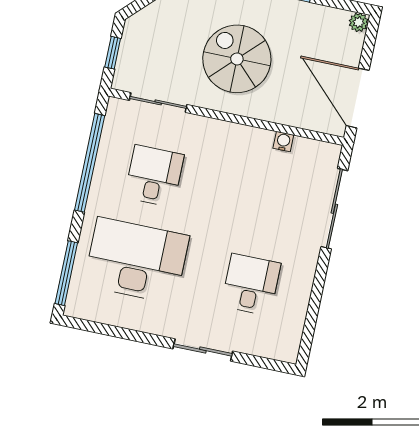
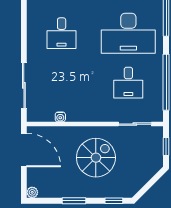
spiral stairs: (237, 59) -> (96, 158), turned -90

